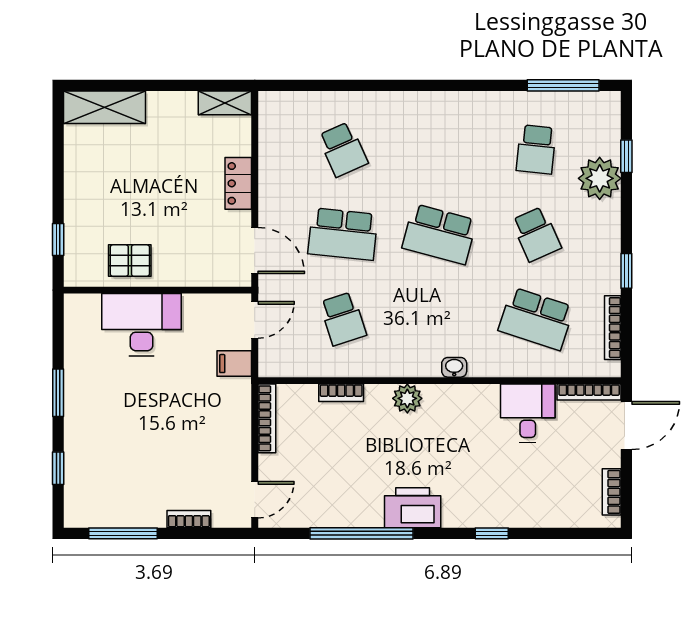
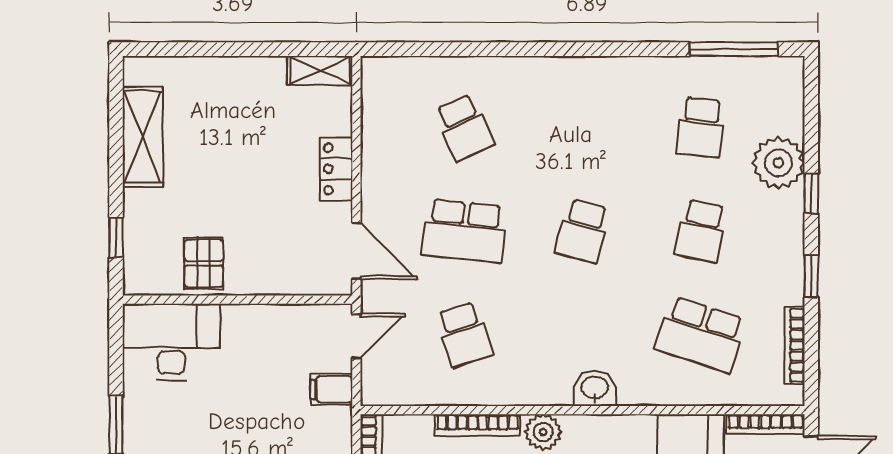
shelving: (104, 107) -> (143, 137), moved, turned 90
window: (626, 156) -> (811, 193), moved
school desk: (440, 234) -> (583, 231), width x0.54
school desk: (536, 234) -> (701, 231), turned 36
pallet: (130, 261) -> (204, 263), turned 90
desk: (142, 325) -> (171, 342), moved
washbasin: (454, 367) -> (595, 388), width x1.38, depth x1.45
bookcase: (341, 393) -> (478, 425), width x1.56

